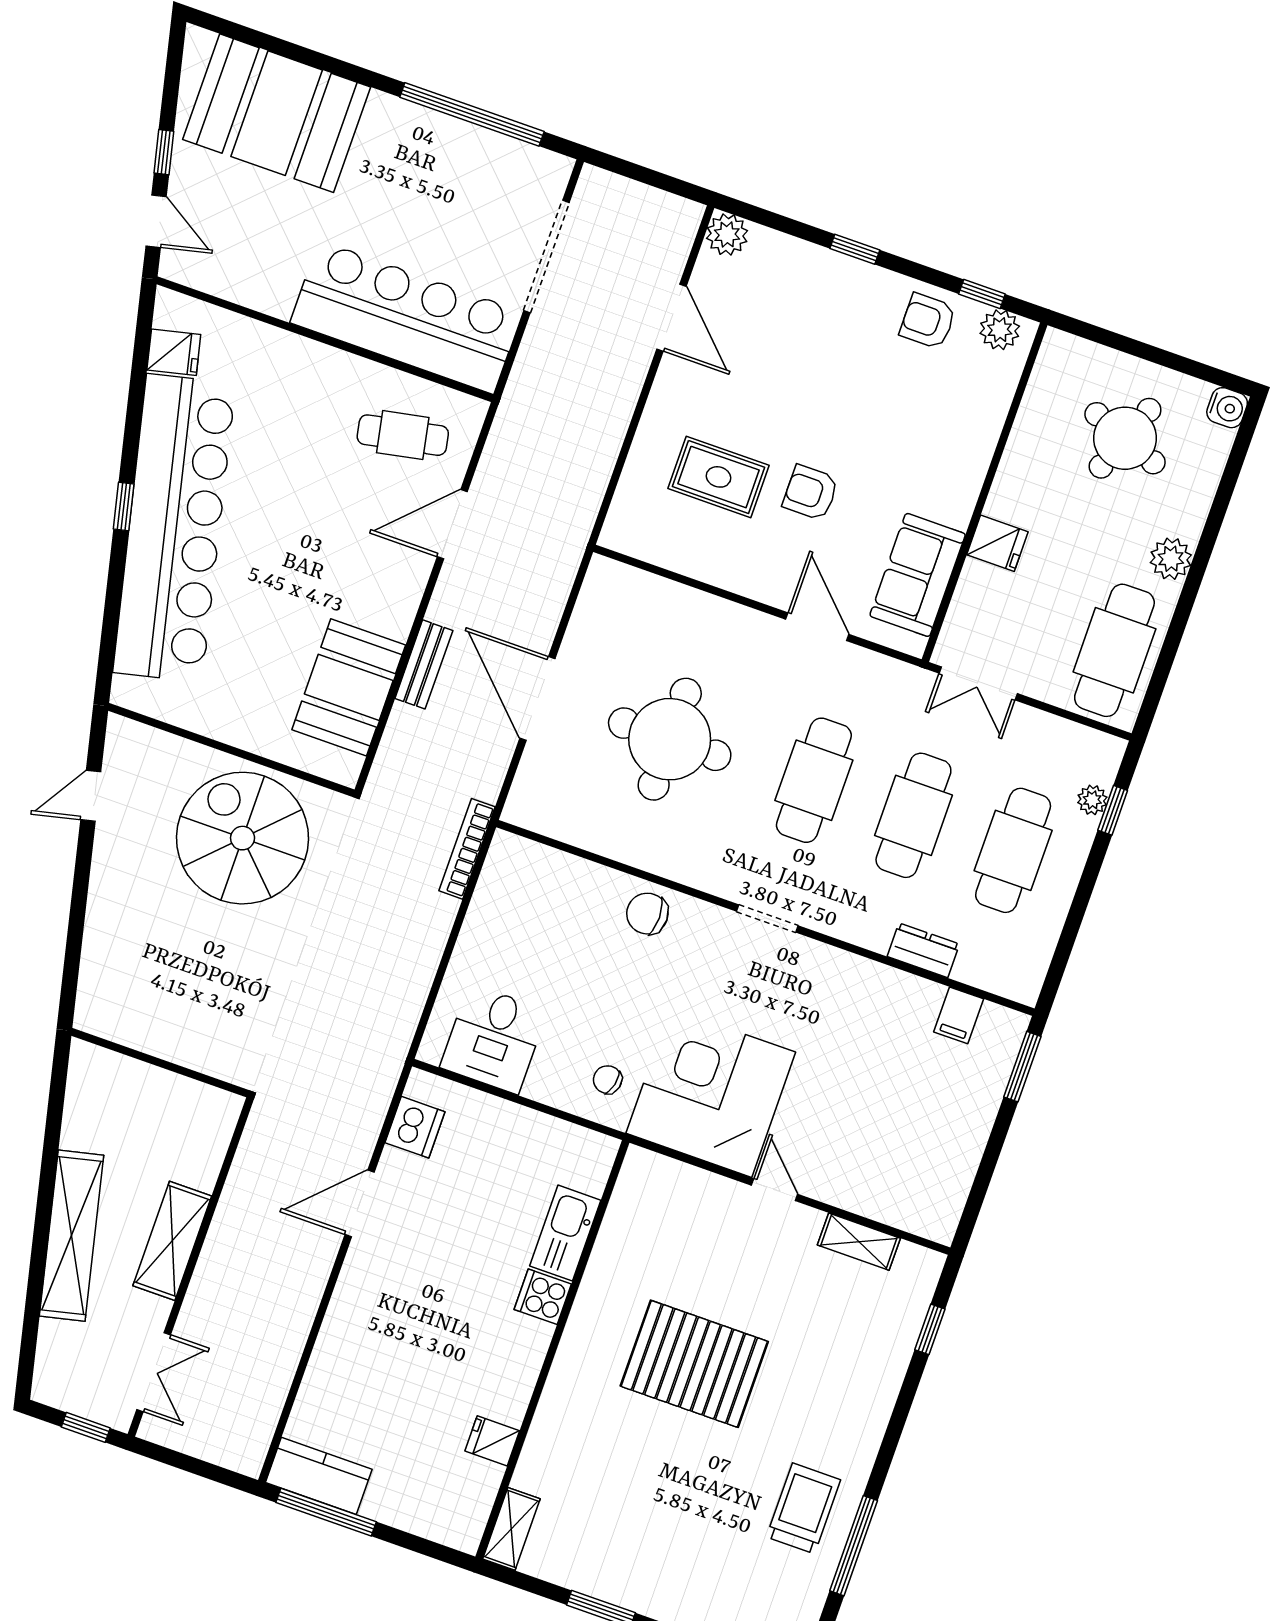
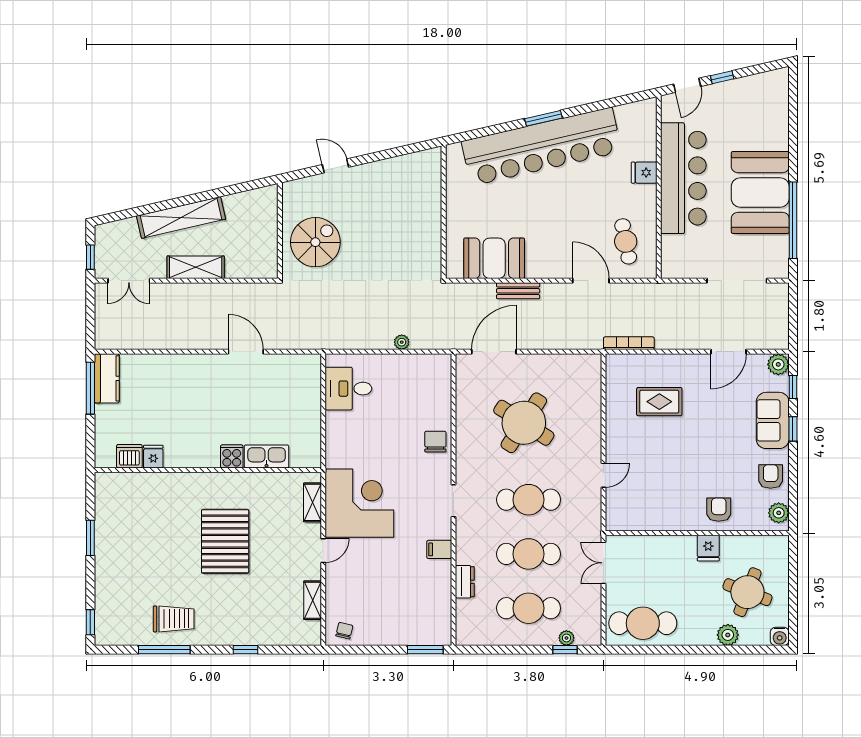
booth: (277, 113) -> (760, 192), moved
window: (982, 294) -> (793, 387), moved
bar counter: (406, 317) -> (683, 178), moved
fridge: (174, 352) -> (644, 173), moved, turned 103
rug: (719, 477) -> (659, 402), turned 90
armchair: (811, 493) -> (719, 510), moved
window: (124, 506) -> (543, 118), width x1.50
fridge: (997, 543) -> (708, 548), moved
plant: (1171, 559) -> (728, 635), moved
sofa: (918, 575) -> (773, 420), moved, turned -90
door: (817, 627) -> (604, 475), width x0.73
door: (537, 699) -> (494, 352), moved
round table: (670, 739) -> (524, 423), turned 33
door: (91, 796) -> (336, 166), moved
spiral stairs: (243, 838) -> (315, 242), moved, width x0.73, depth x0.73
bookcase: (467, 849) -> (629, 343), moved
plant: (443, 911) -> (402, 342), added
filing cabinet: (959, 1015) -> (439, 549), moved
chair: (608, 1080) -> (344, 631), moved
dishwasher: (415, 1127) -> (129, 456), moved, turned 180
window: (930, 1329) -> (246, 650), moved
shelving: (511, 1529) -> (312, 502), moved, turned 90

